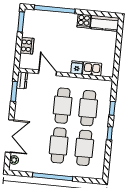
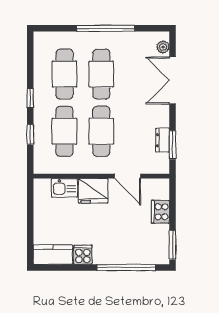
fridge: (77, 67) -> (93, 191), width x1.88, depth x1.34
dresser: (22, 80) -> (163, 140), moved

